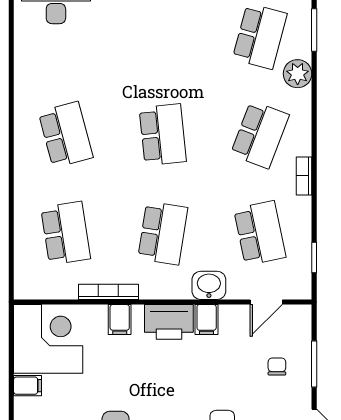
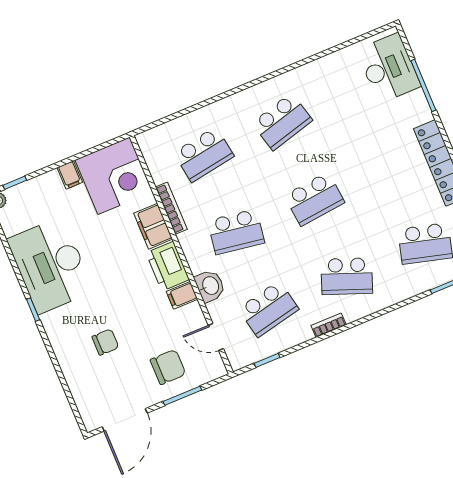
plant: (298, 74) -> (408, 286), removed
filing cabinet: (120, 319) -> (153, 226), width x2.00
chair: (277, 366) -> (168, 367), width x1.87, depth x1.87

